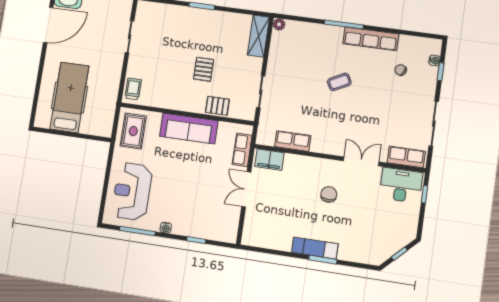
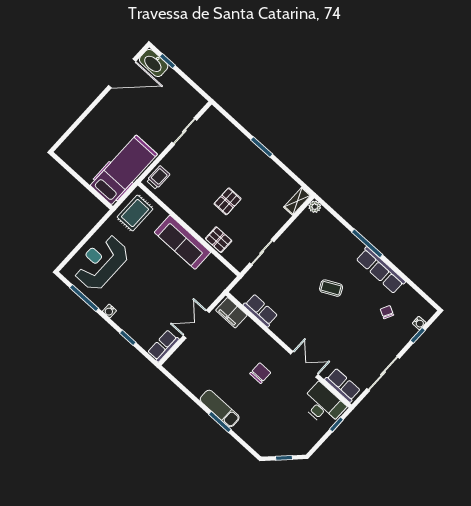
shelving: (258, 36) -> (297, 201), width x0.67, depth x0.75
hospital bed: (69, 97) -> (124, 170), moved
row of seats: (242, 150) -> (163, 346), moved

